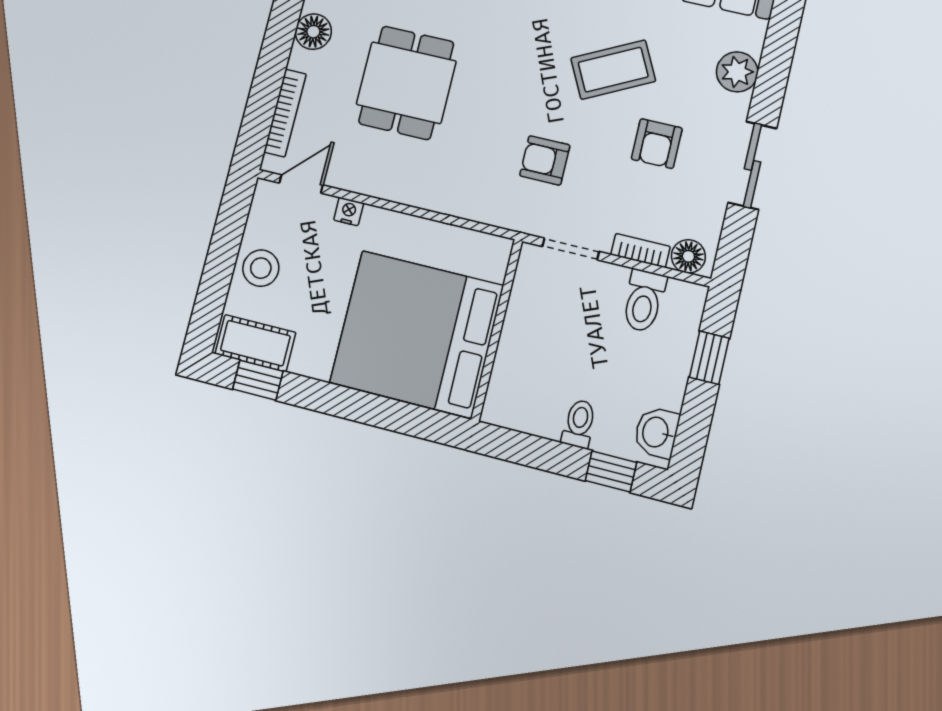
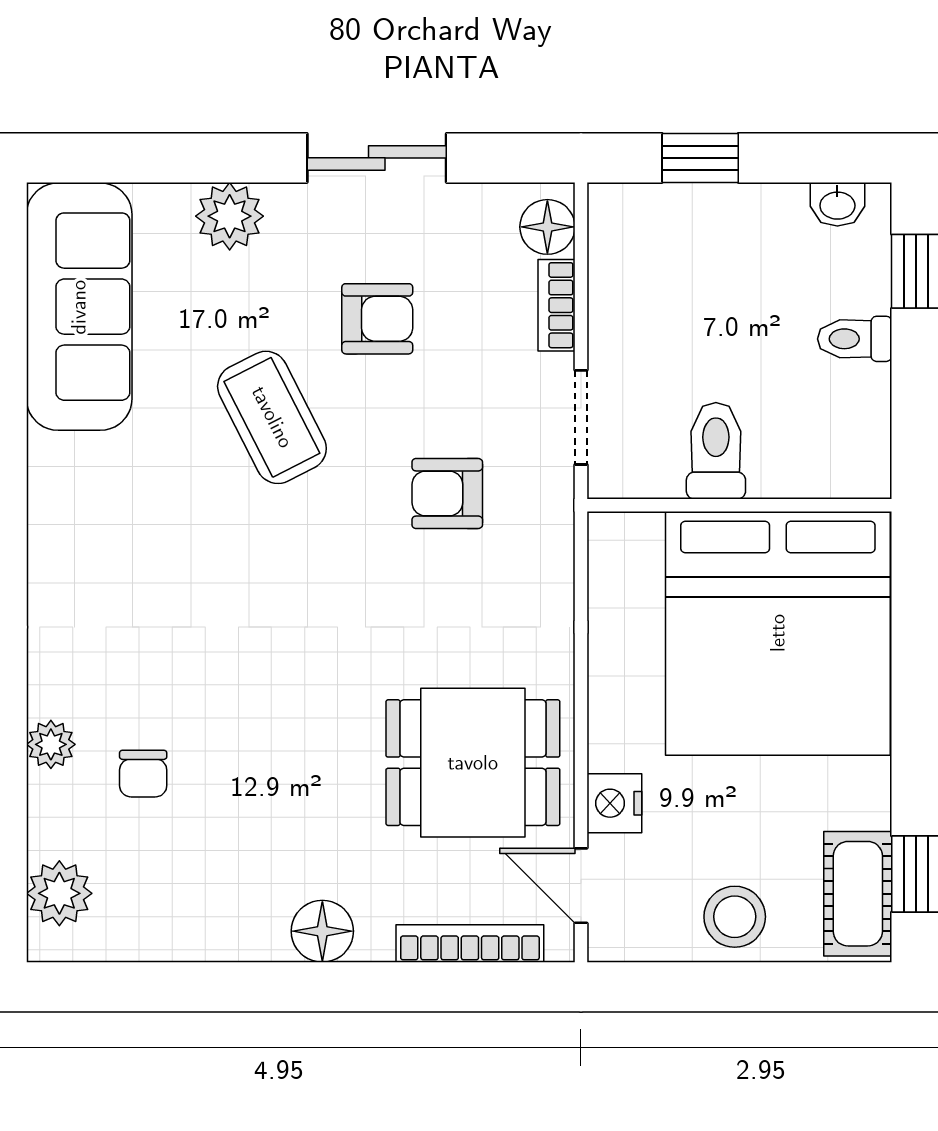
dining table: (406, 83) -> (473, 763), moved
armchair: (545, 160) -> (447, 493), turned 90
nightstand: (349, 211) -> (614, 803), width x1.39, depth x1.35
toilet: (644, 301) -> (716, 451), moved, turned -90
washbasin: (656, 432) -> (837, 204), width x0.72, depth x0.69

